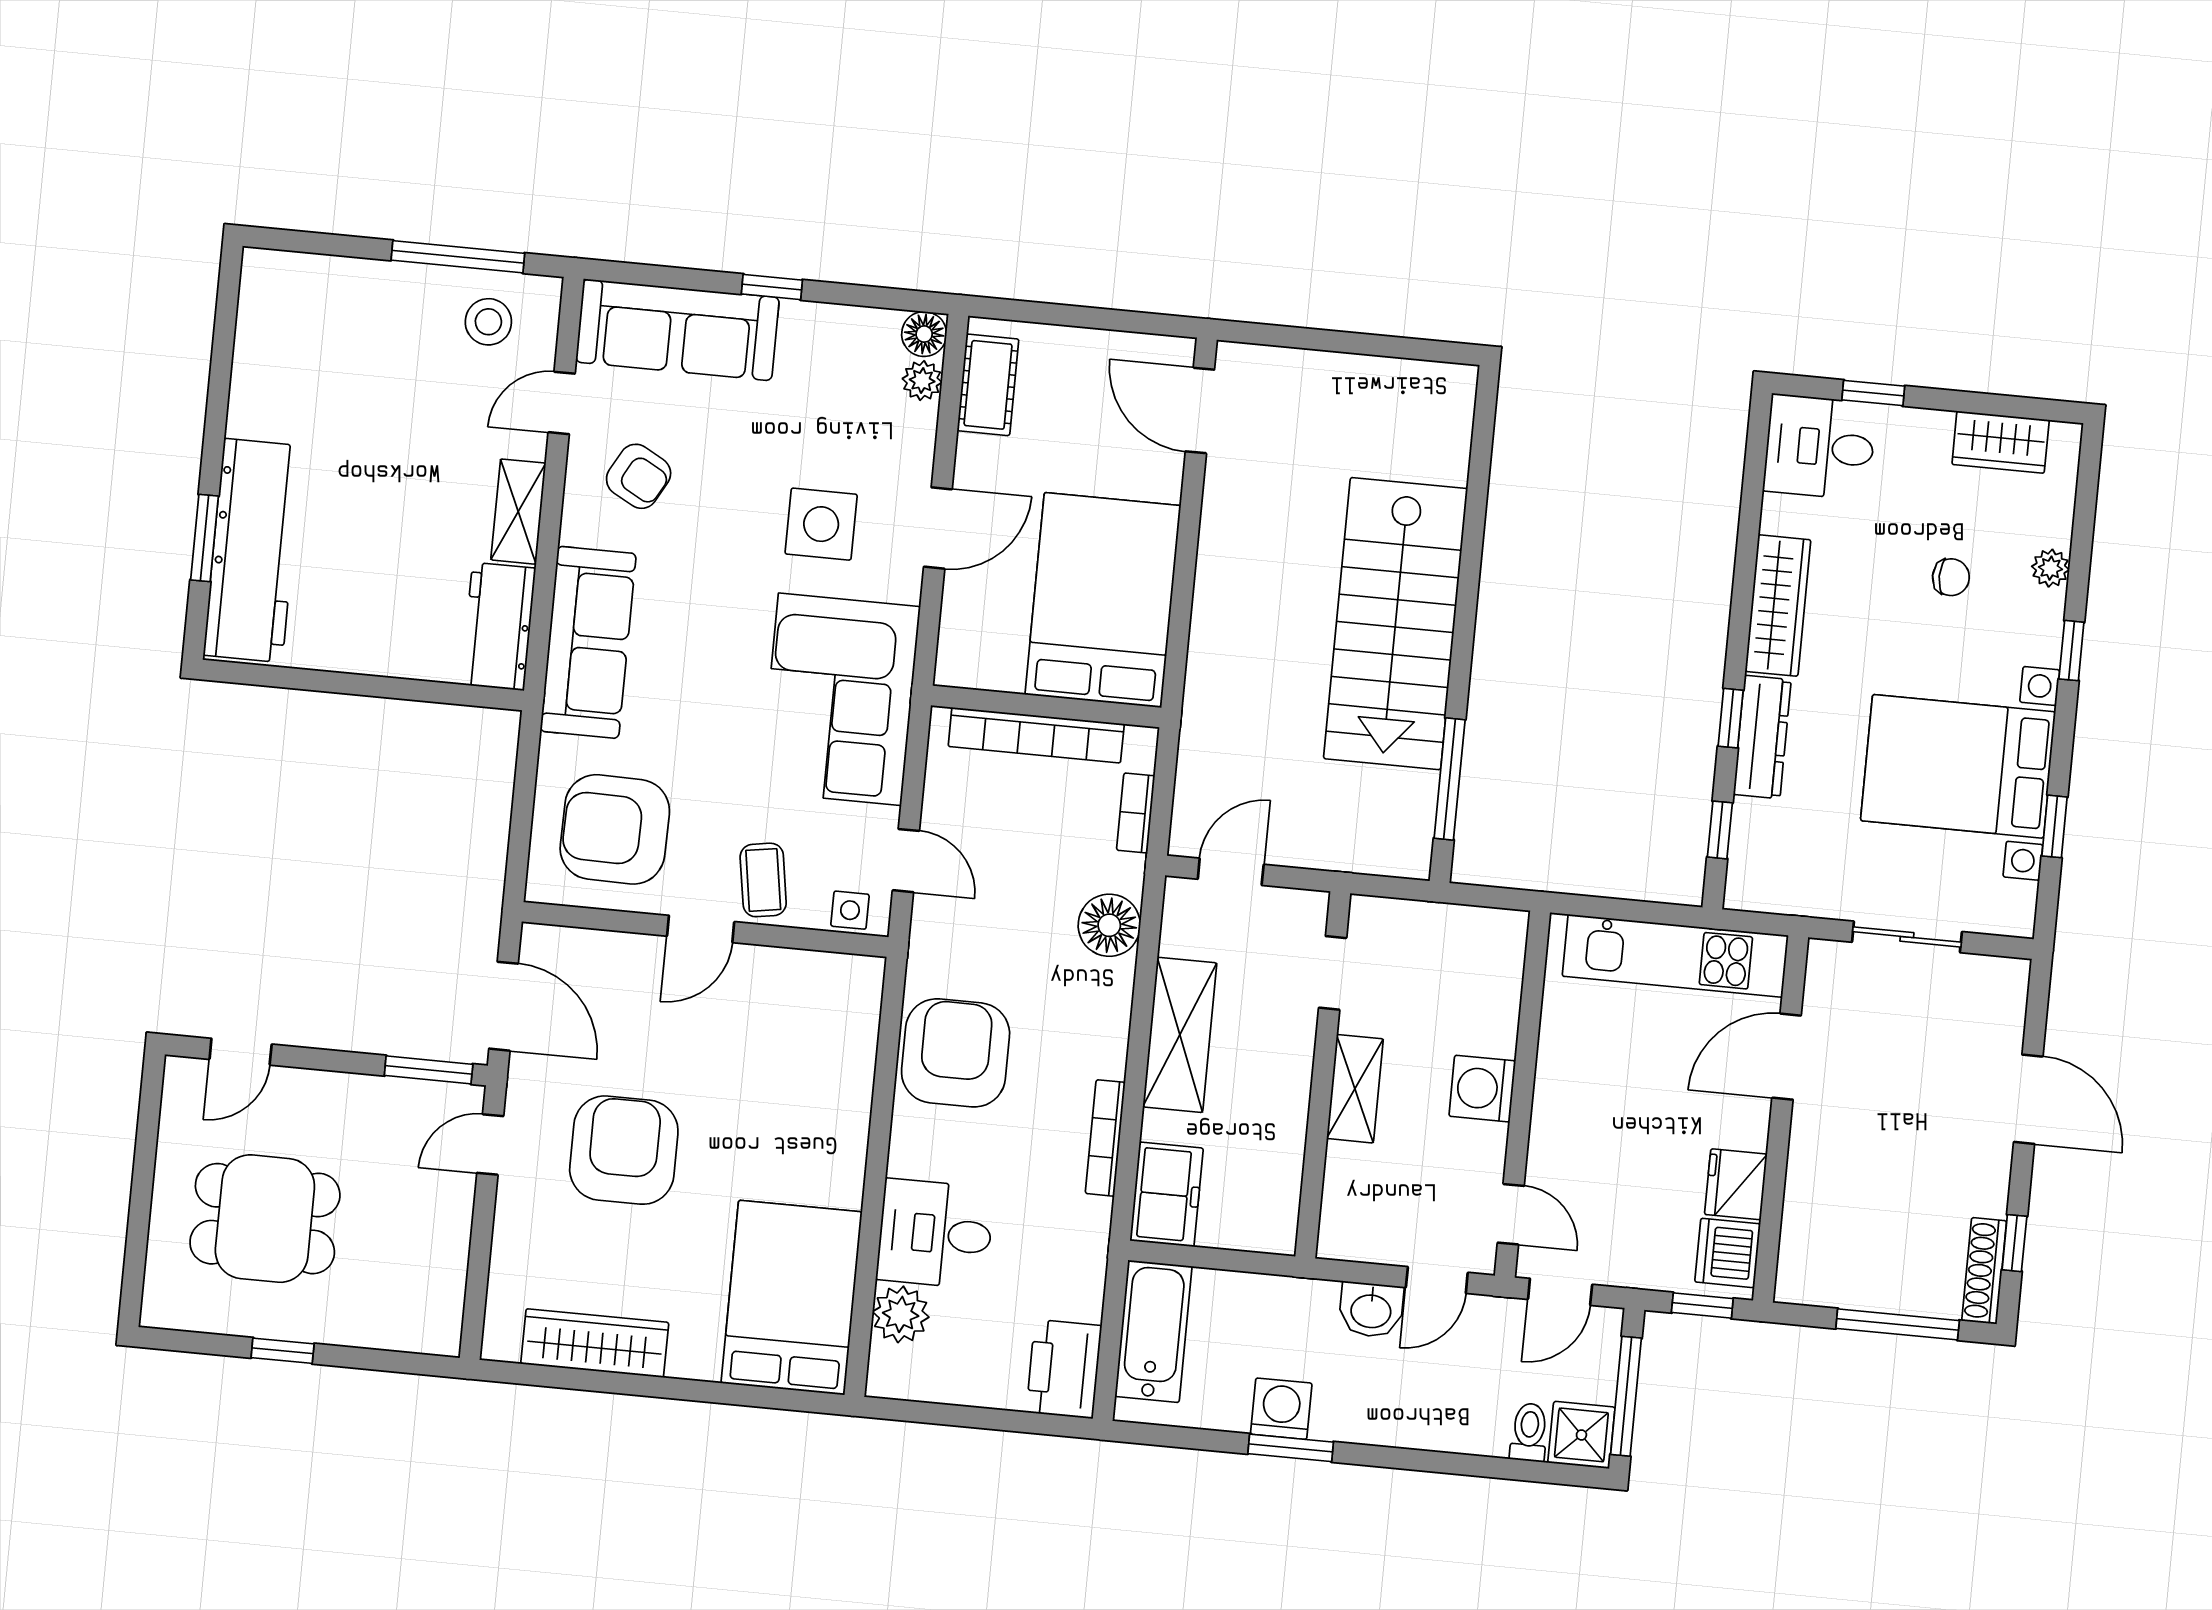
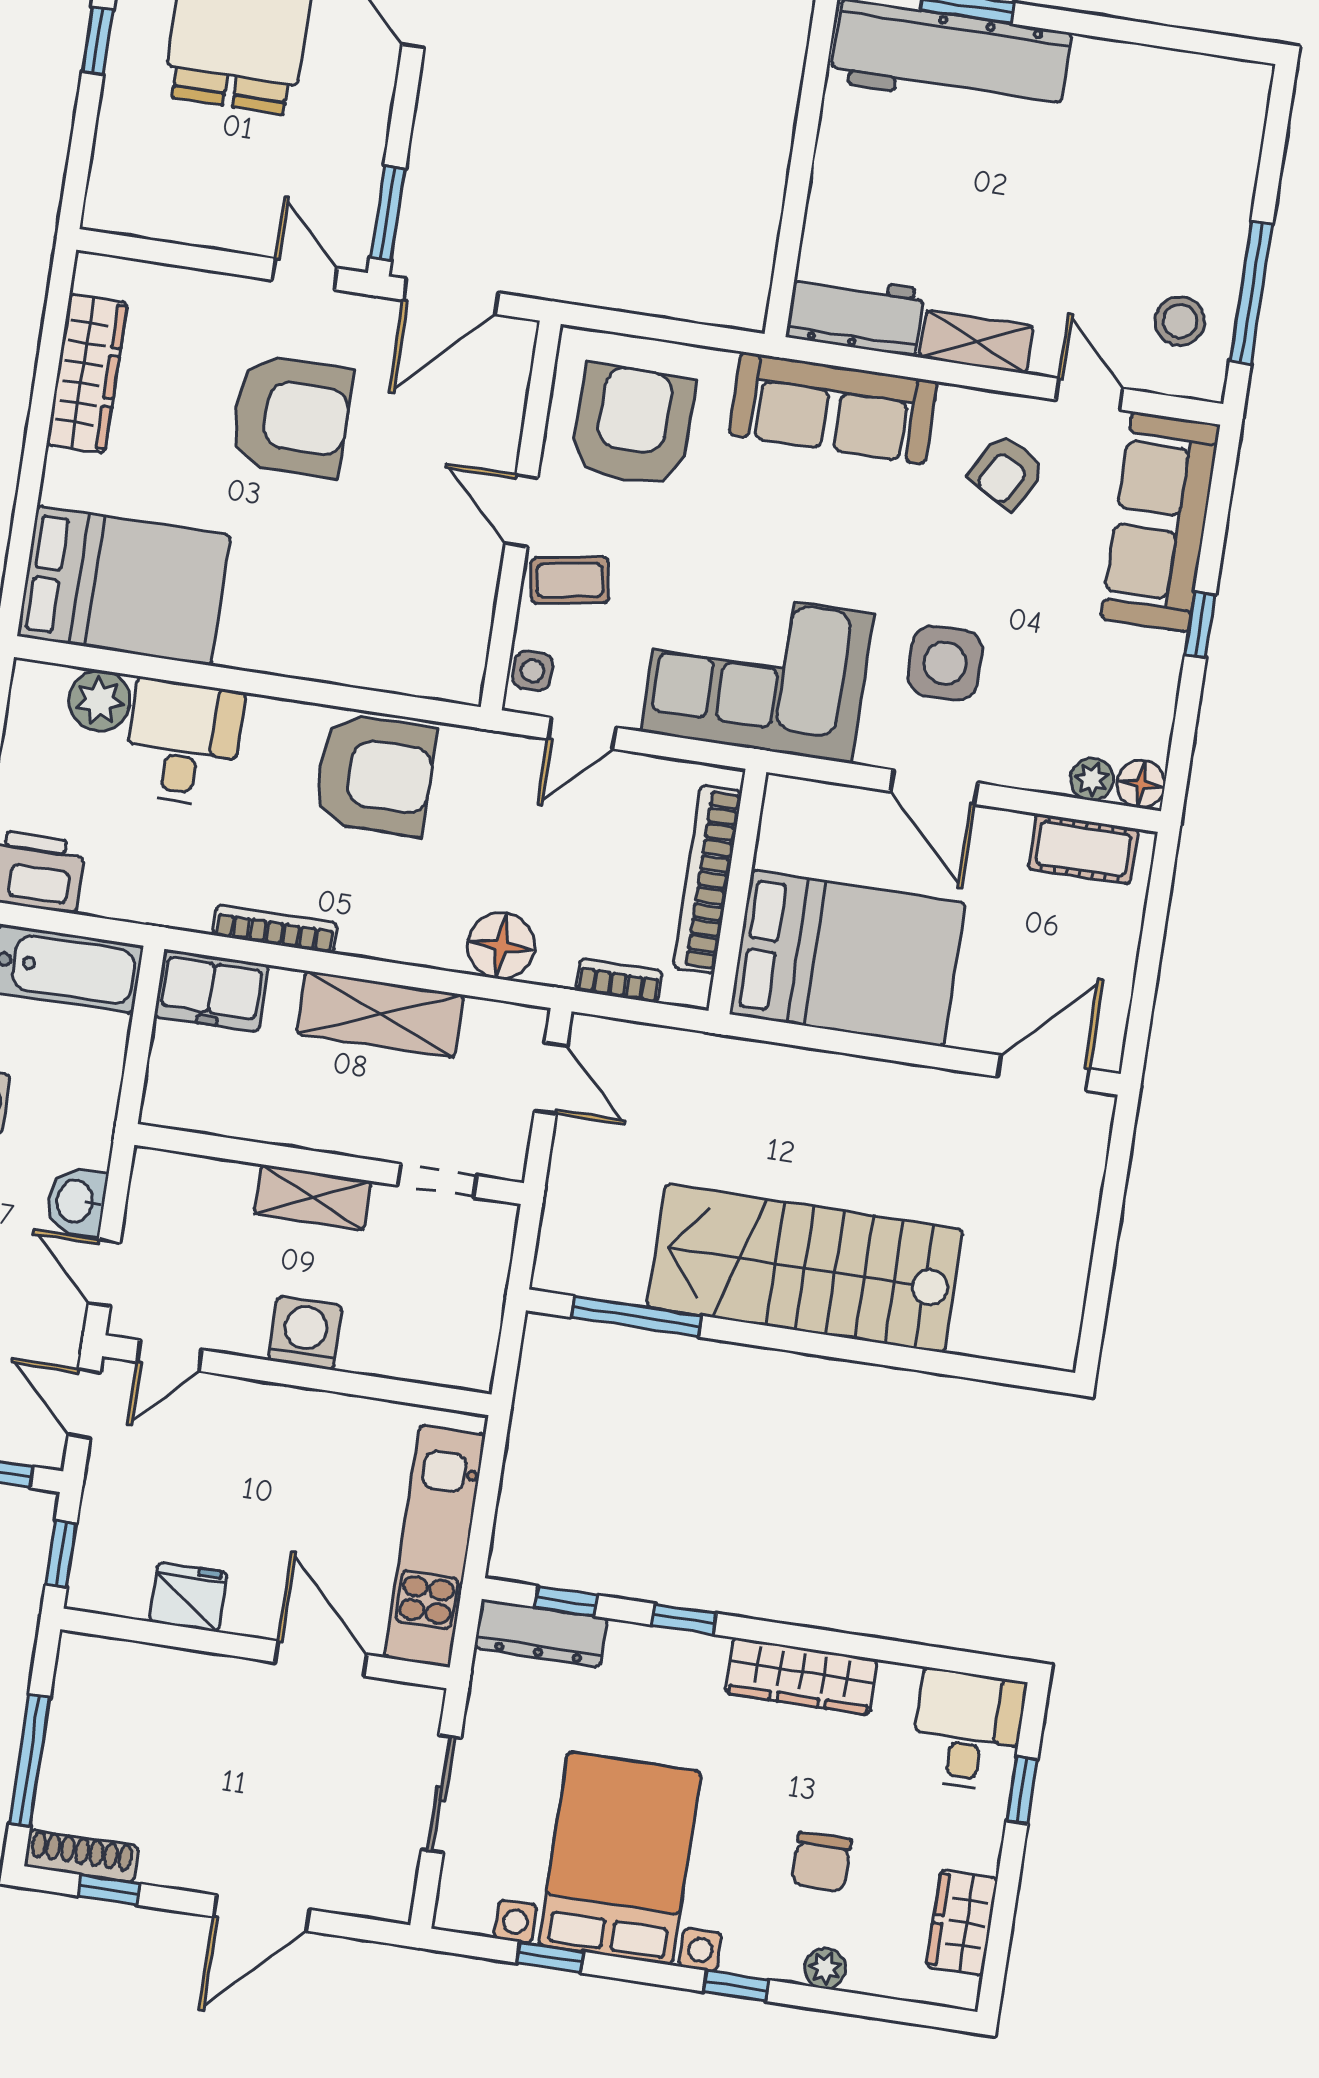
chair: (1951, 577) -> (821, 1862), width x1.37, depth x1.37
dresser: (1762, 737) -> (541, 1633), moved
dishwasher: (1728, 1253) -> (116, 1584), removed

